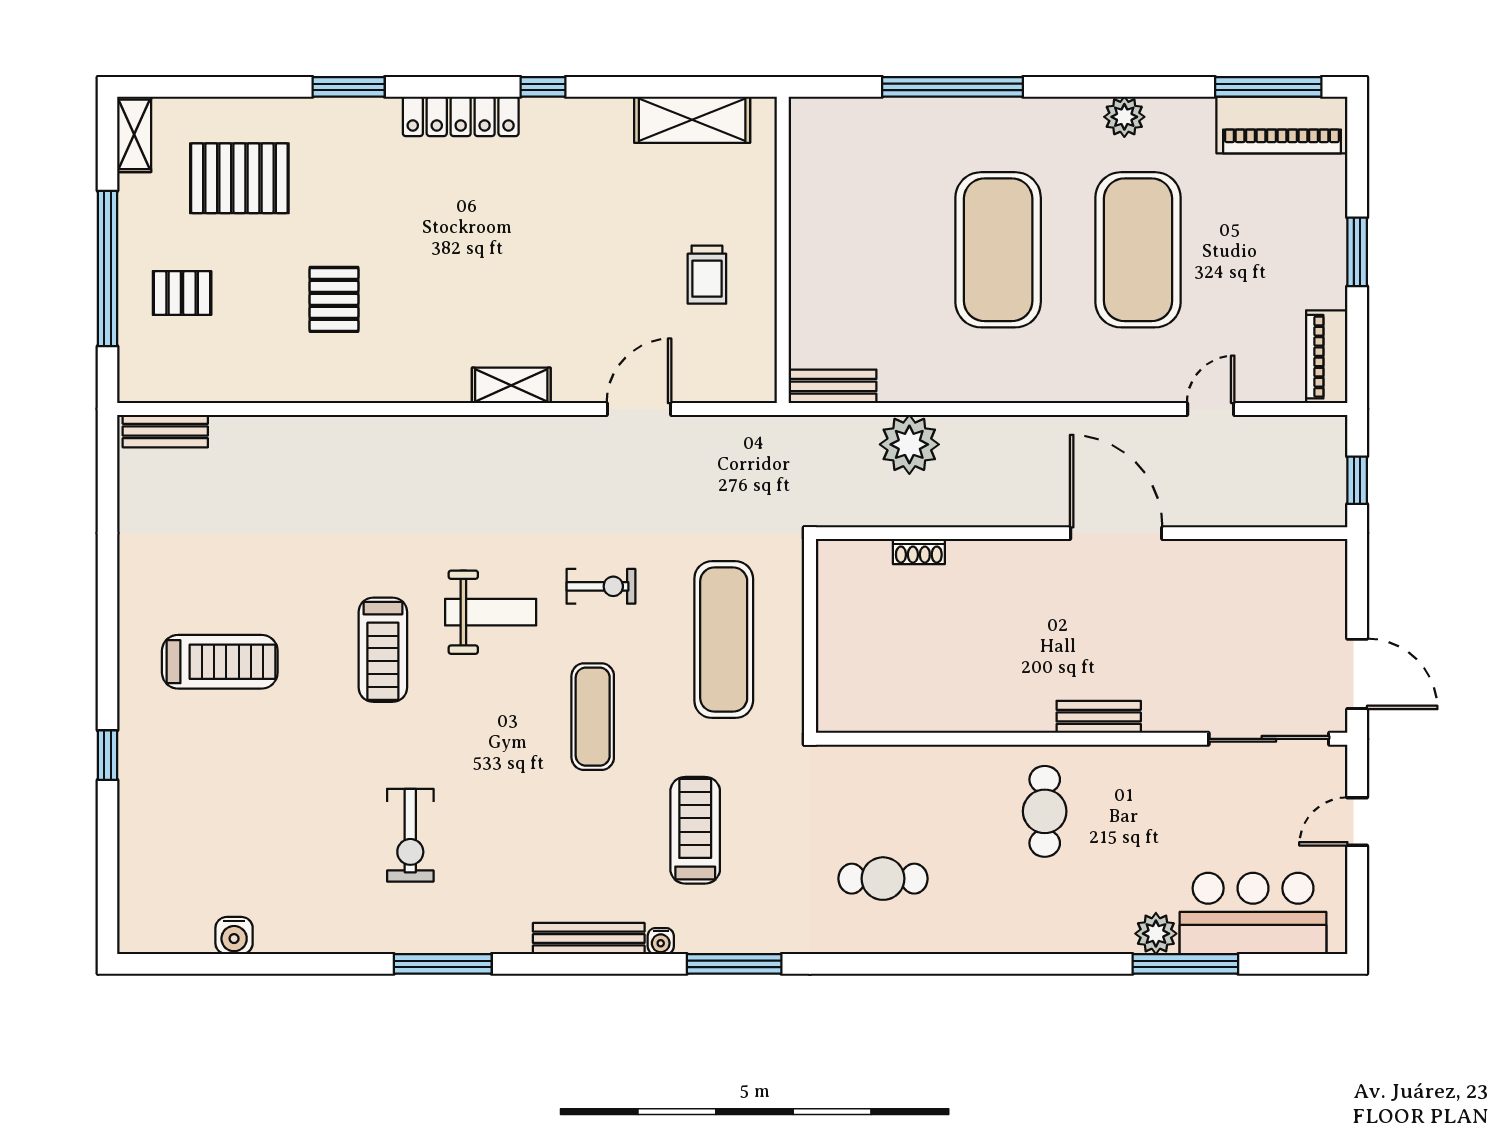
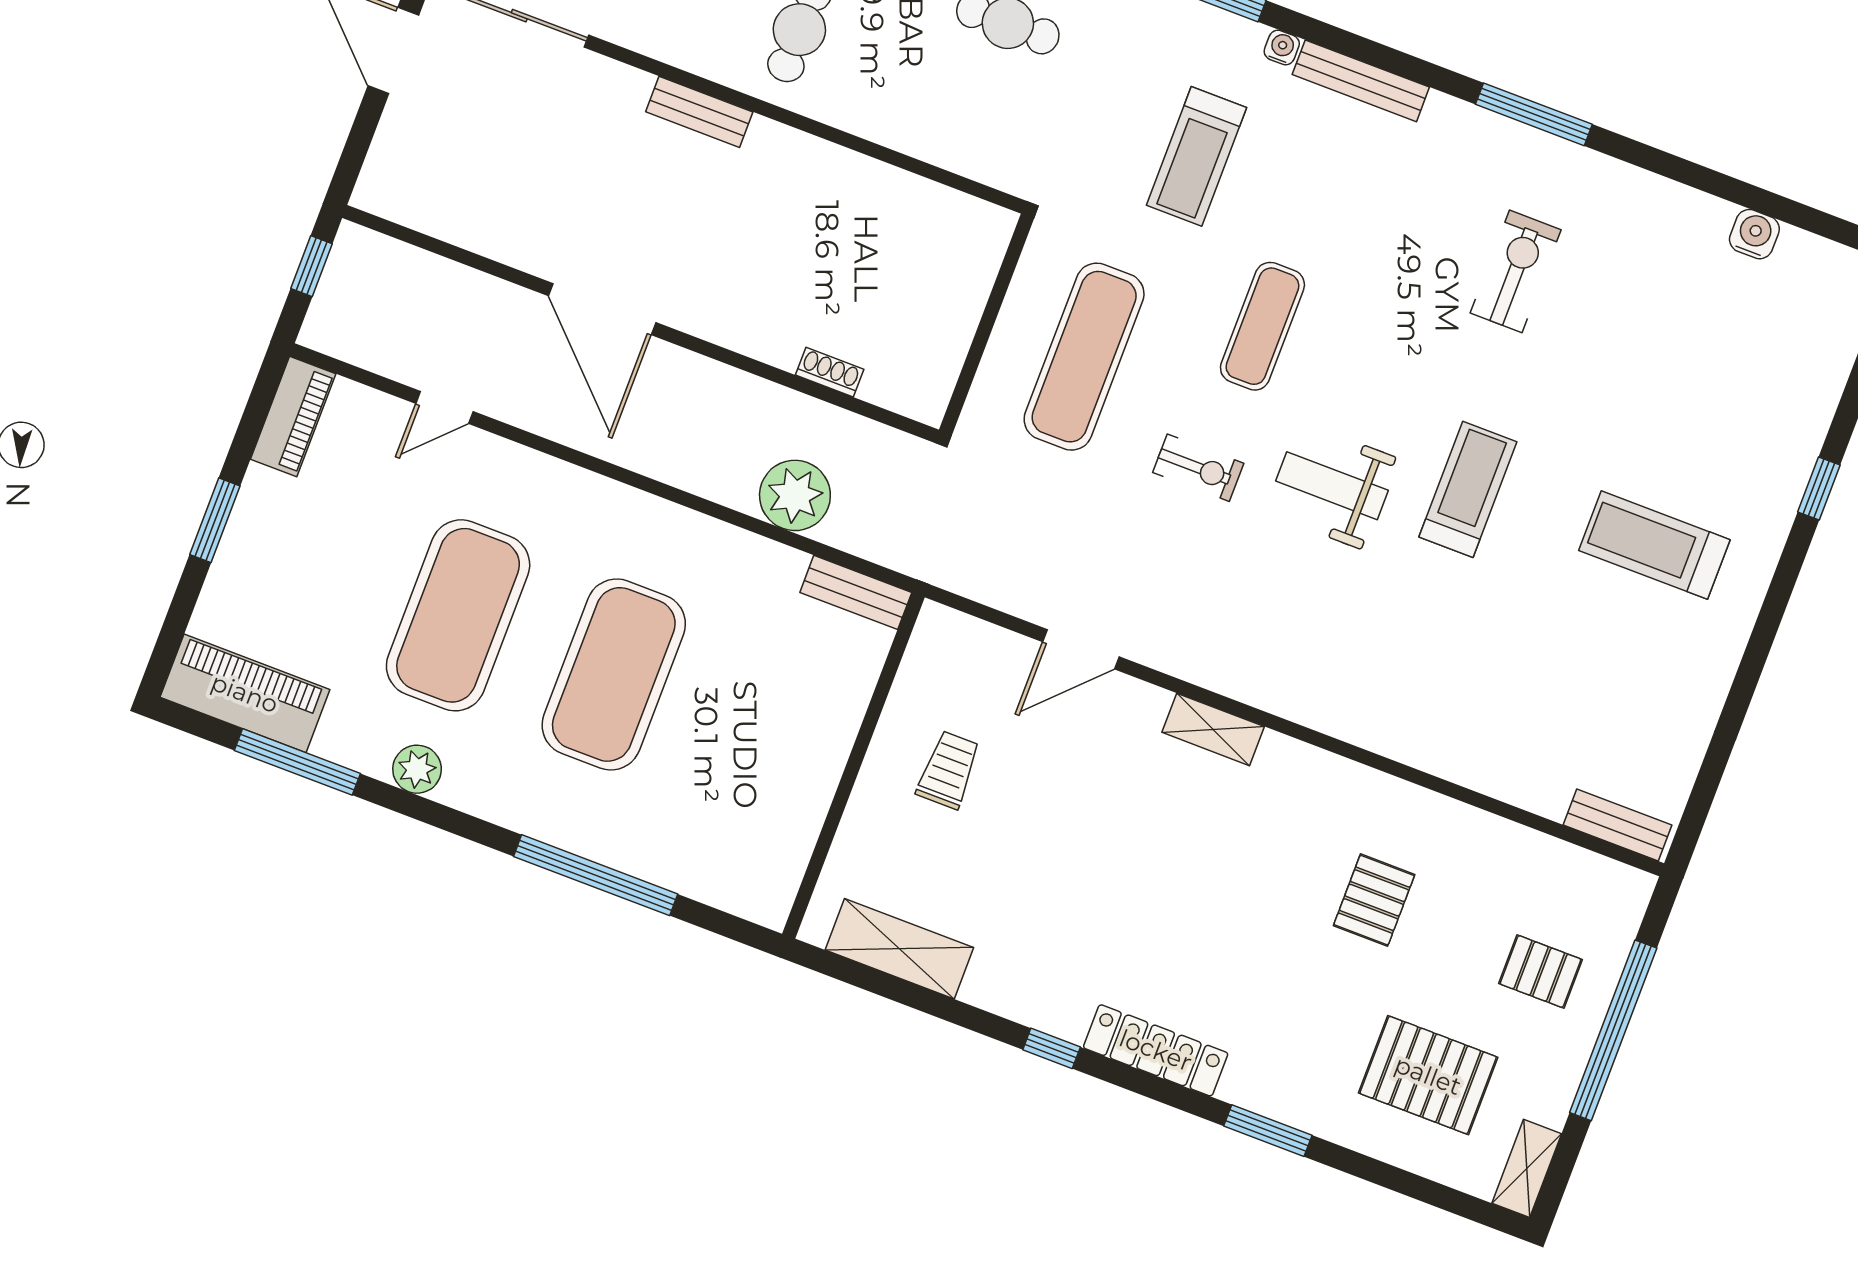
window: (1268, 87) -> (297, 762), moved
exercise bike: (601, 586) -> (1198, 468), turned 180

